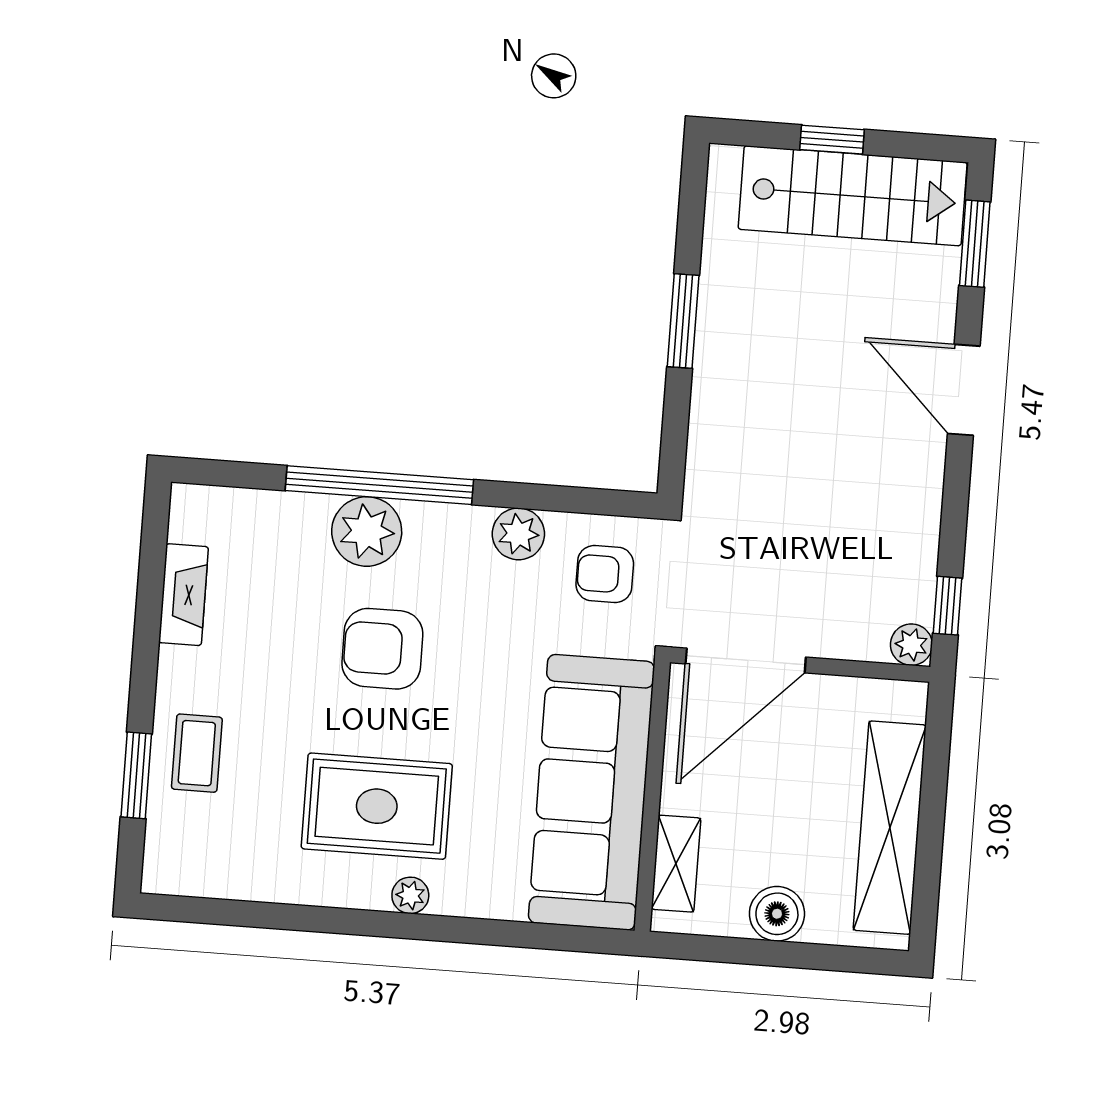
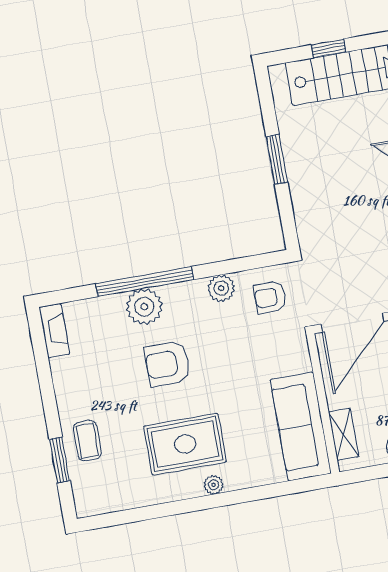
fireplace: (184, 595) -> (54, 331), moved
sofa: (591, 792) -> (301, 426), width x0.74, depth x0.79

